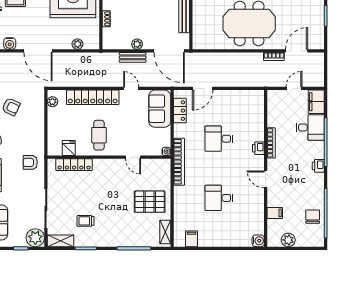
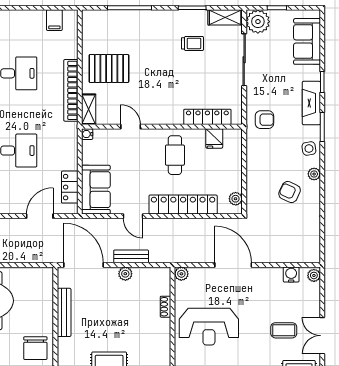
plant: (77, 44) -> (181, 274), moved
door: (38, 51) -> (233, 265), moved
bookcase: (179, 162) -> (71, 90), moved
shelving: (165, 232) -> (89, 109), moved

